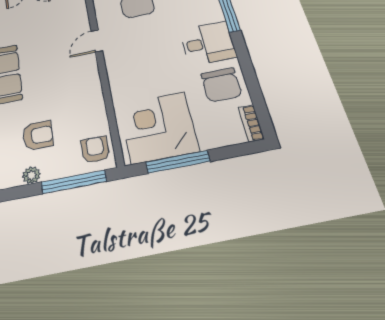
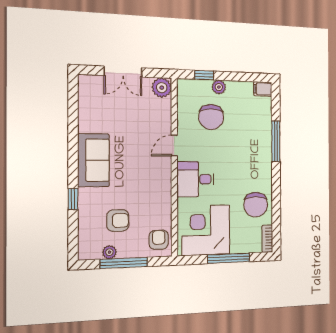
desk: (208, 43) -> (195, 179), moved, turned 180
window: (178, 162) -> (229, 258), moved
window: (74, 182) -> (124, 263), moved

